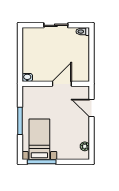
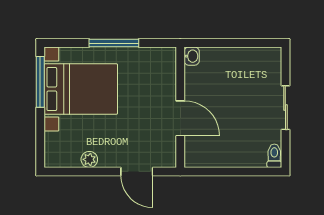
door: (91, 108) -> (137, 171), swing flipped
bed with nightstands: (39, 139) -> (81, 89), width x1.36
plant: (85, 146) -> (89, 159), moved

